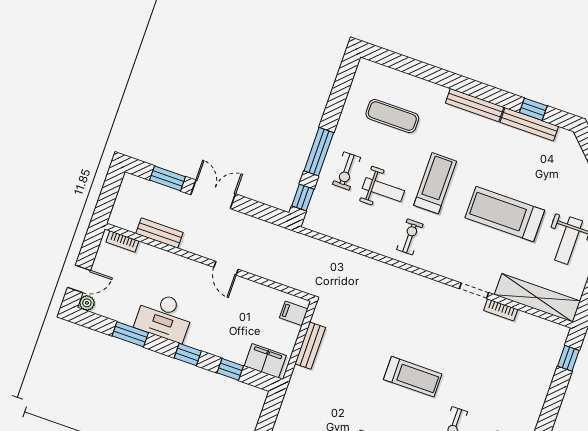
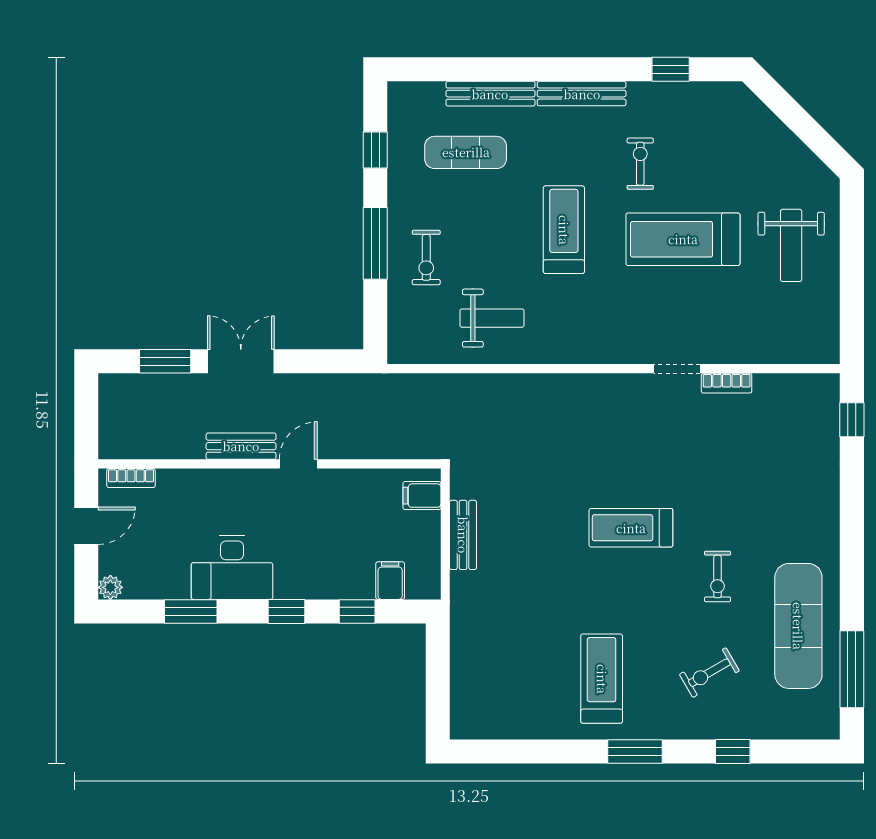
bench: (529, 124) -> (490, 94), moved
weight bench: (383, 190) -> (492, 318), moved
window: (303, 197) -> (375, 150), moved
bench: (159, 233) -> (241, 446), moved
exercise bike: (410, 237) -> (640, 164), moved
door: (226, 268) -> (298, 464), swing flipped
door: (79, 279) -> (86, 526), moved
shelving: (537, 298) -> (775, 346), removed
filing cabinet: (265, 361) -> (390, 581), width x0.50
treadmill: (413, 377) -> (631, 528), turned 180

